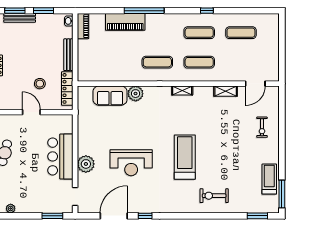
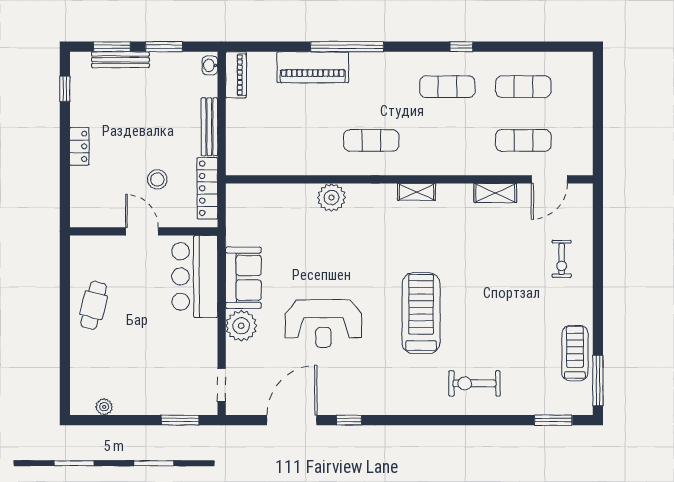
exercise mat: (199, 62) -> (523, 140), moved
sofa: (110, 96) -> (243, 278), moved, turned -90
bar counter: (60, 156) -> (195, 276), moved

